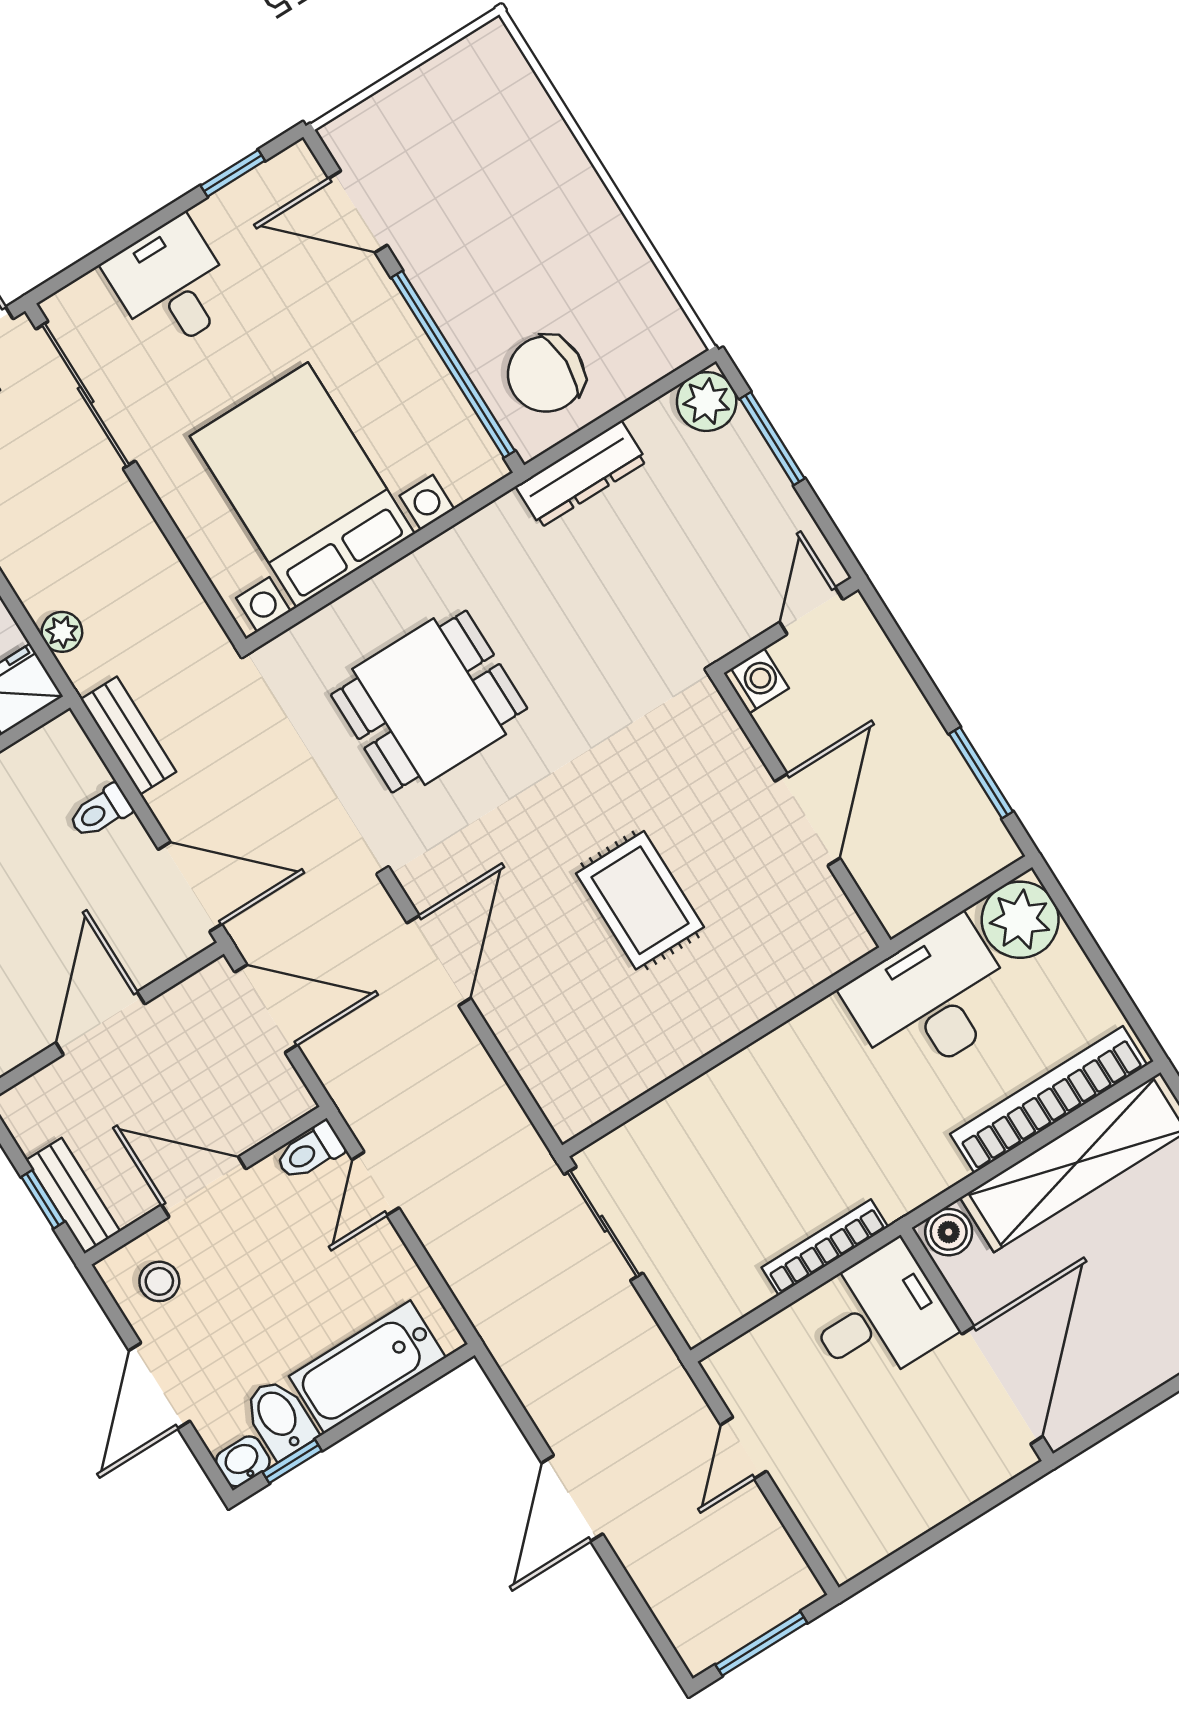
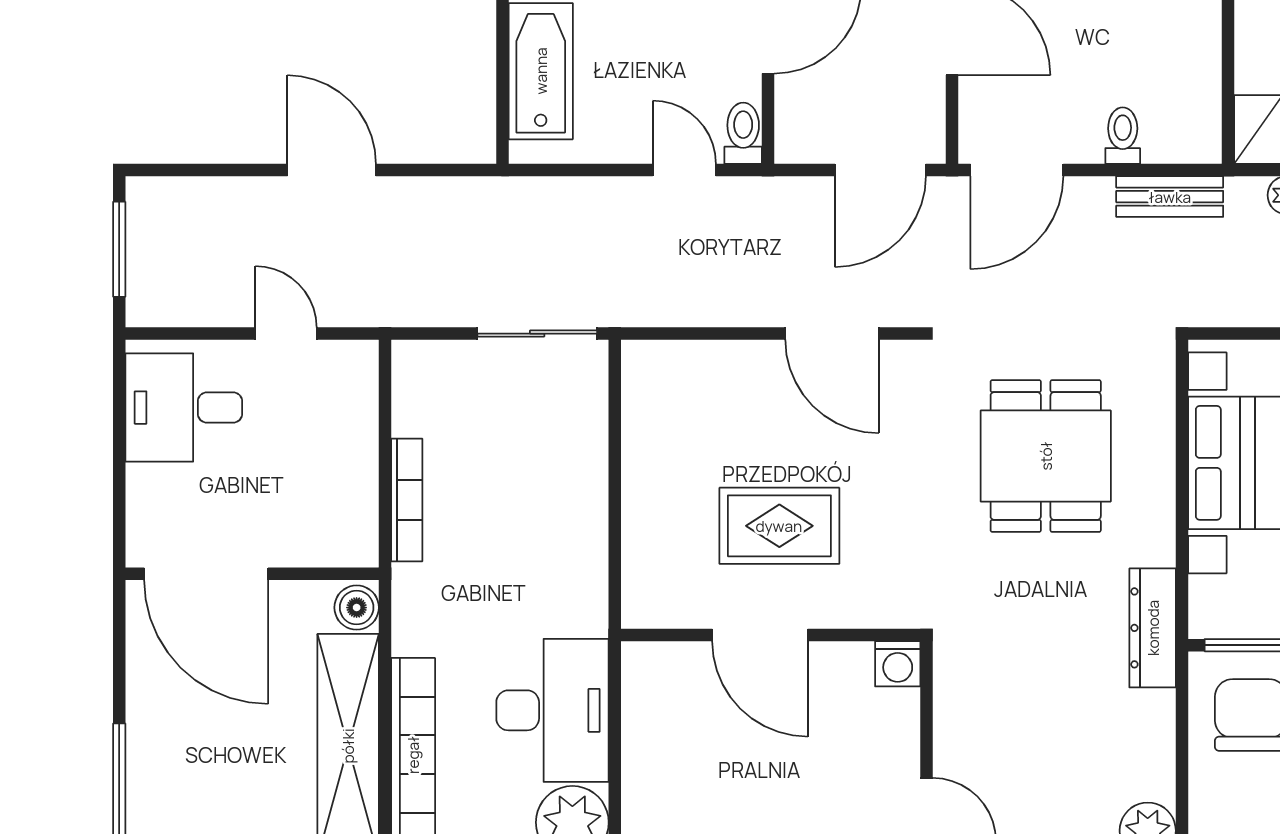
dresser: (581, 474) -> (1153, 628), moved
washing machine: (756, 681) -> (898, 664), moved
wall: (802, 810) -> (771, 635), moved
door: (807, 820) -> (760, 635), moved
desk: (879, 1316) -> (184, 408), moved, turned 90

